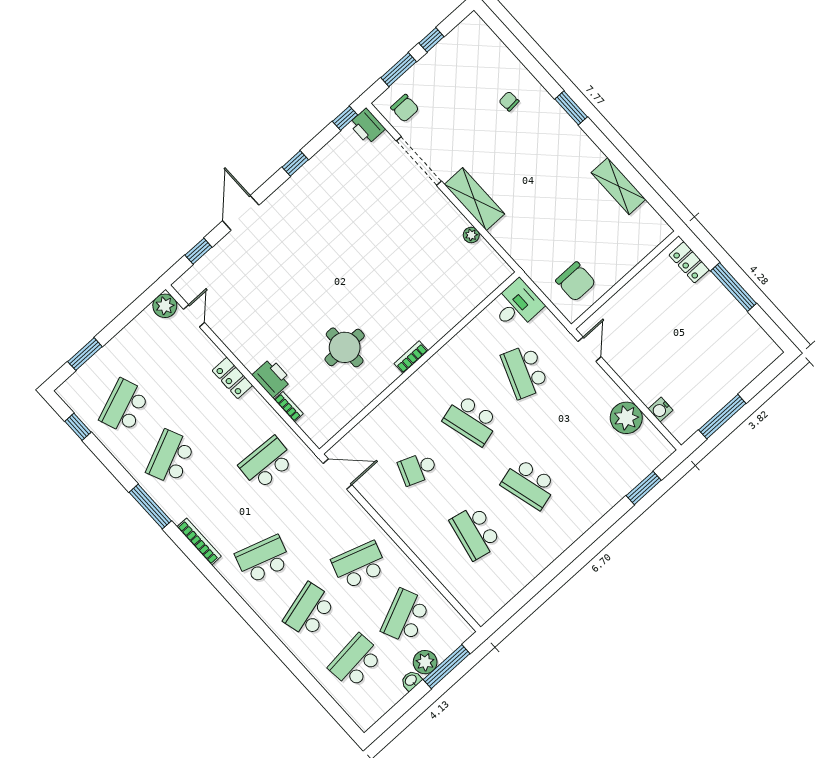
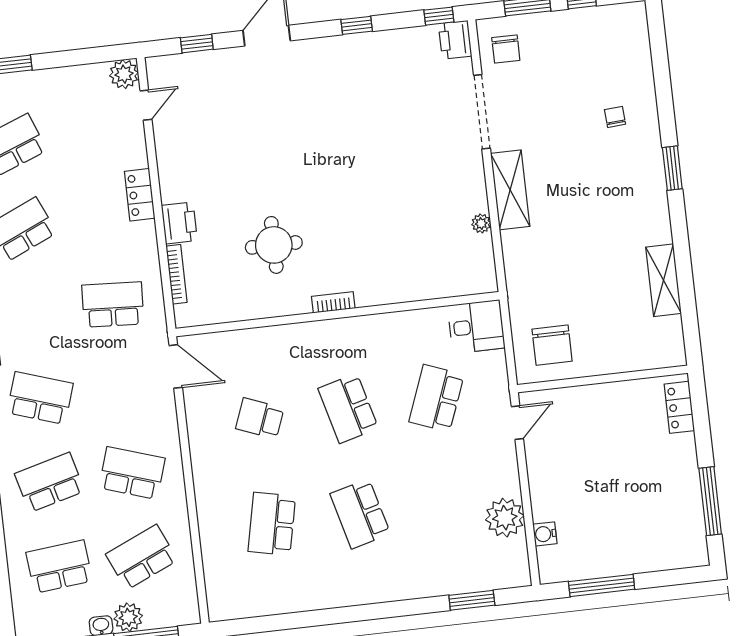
window: (734, 287) -> (710, 501), moved
bookcase: (289, 407) -> (176, 274), width x1.56

